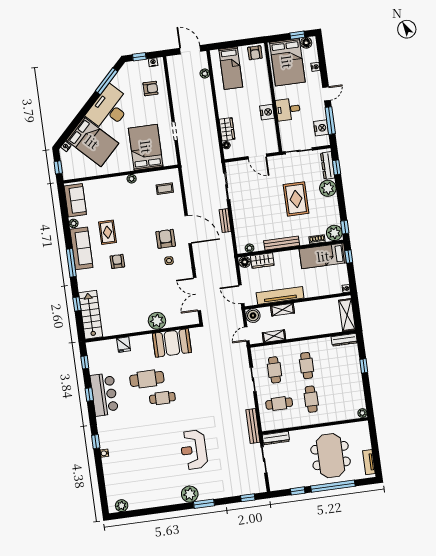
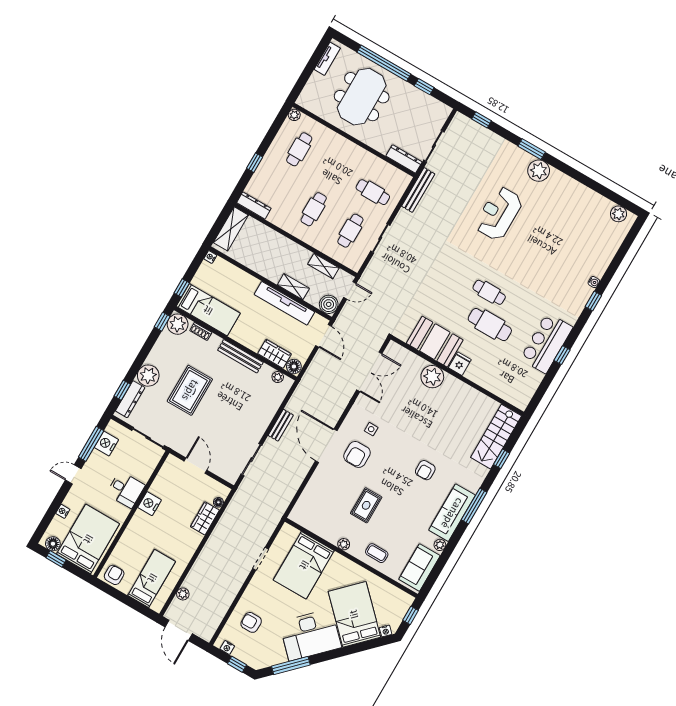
coffee table: (165, 189) -> (377, 553), moved
rug: (107, 232) -> (366, 505), moved
fridge: (124, 345) -> (460, 364), moved
window: (85, 362) -> (541, 392), removed
cafe table: (311, 399) -> (299, 149), moved
reception desk: (194, 450) -> (499, 213), turned 180

